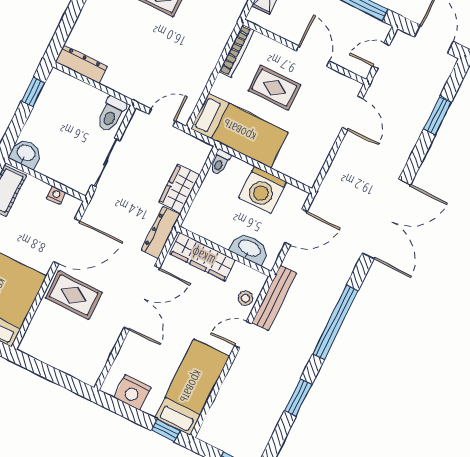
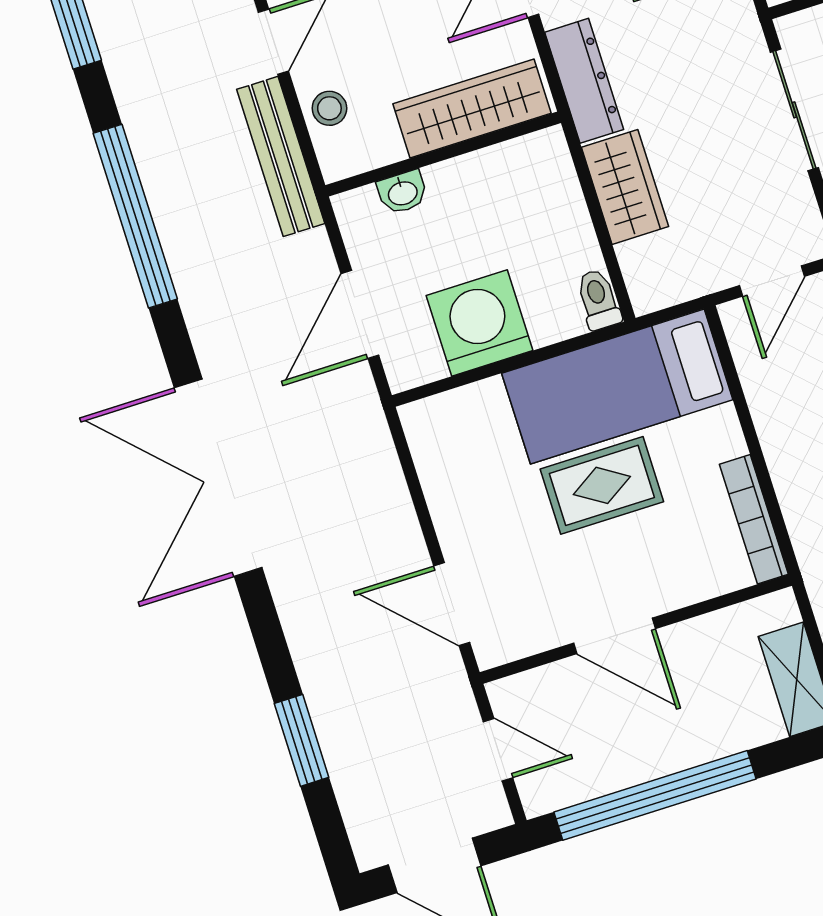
door: (381, 56) -> (498, 750), hinge flipped
rug: (274, 88) -> (602, 485), moved
washbasin: (249, 249) -> (402, 192), width x0.52, depth x0.69

